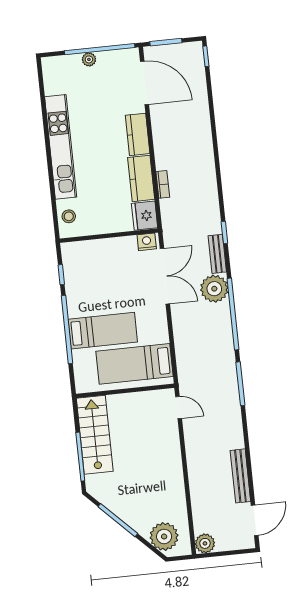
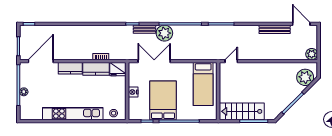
nightstand: (147, 242) -> (133, 92), moved
bed: (103, 331) -> (163, 100), moved, width x1.50

